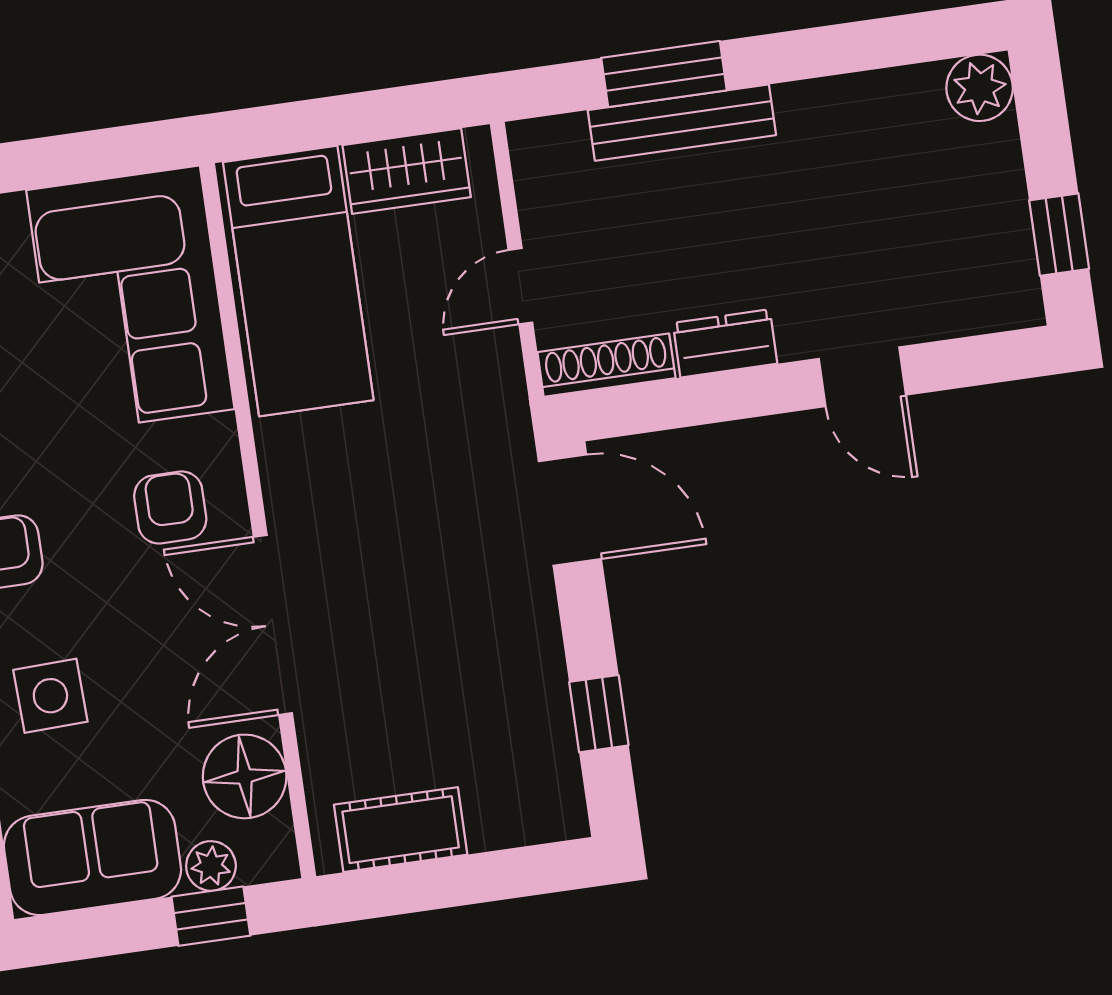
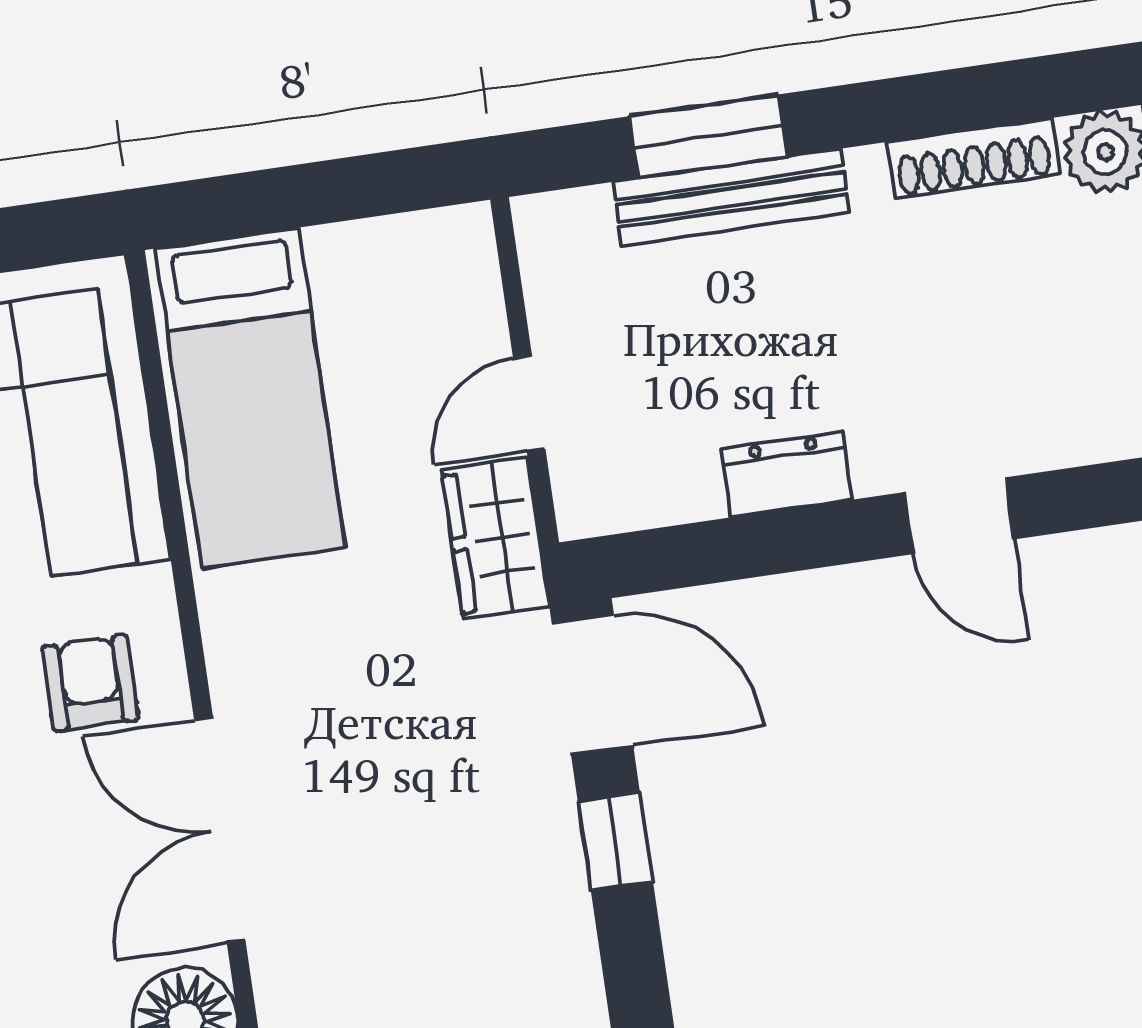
wardrobe: (407, 171) -> (495, 538), moved, turned 90
shoe rack: (606, 365) -> (973, 158), moved, turned 180
window: (599, 714) -> (615, 842), moved

